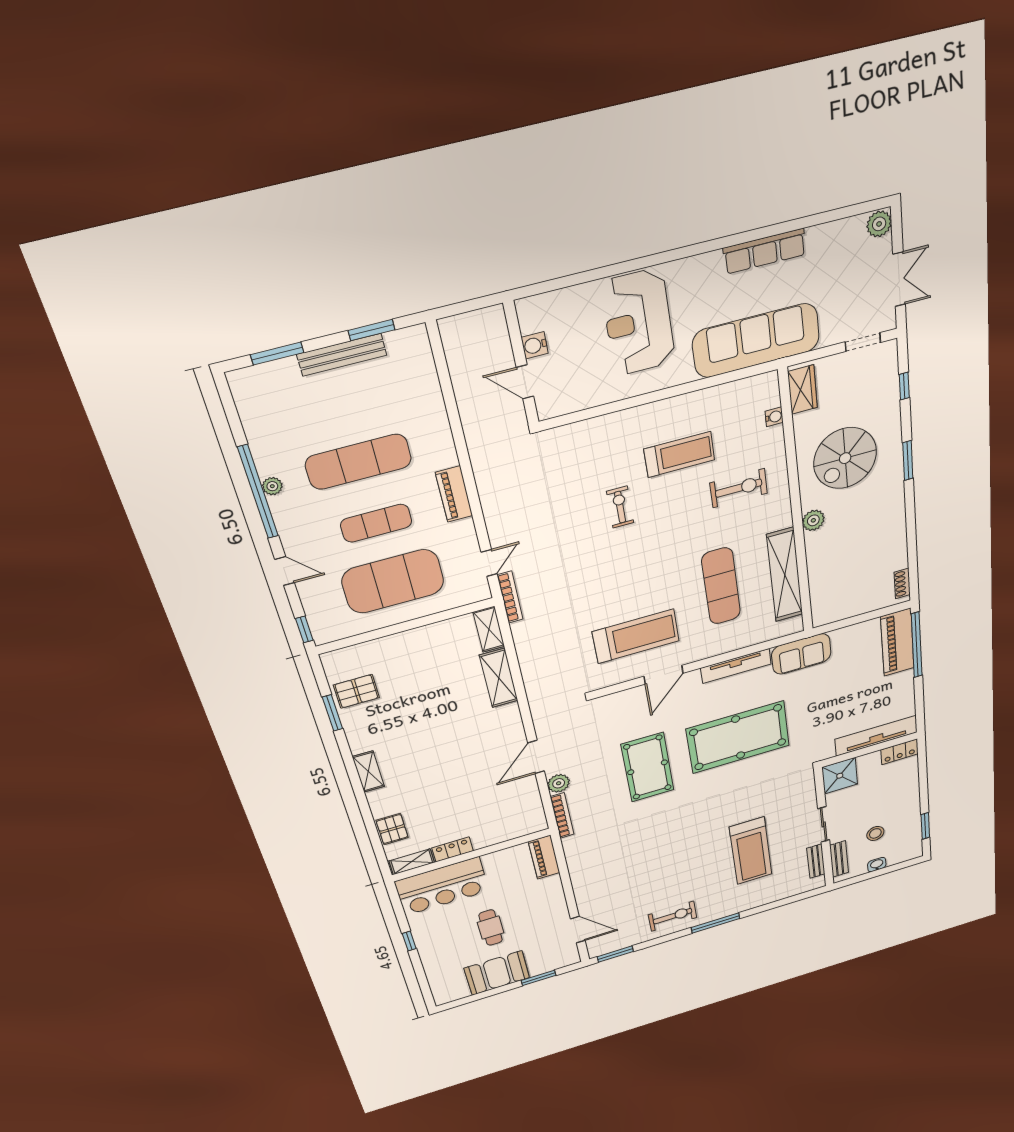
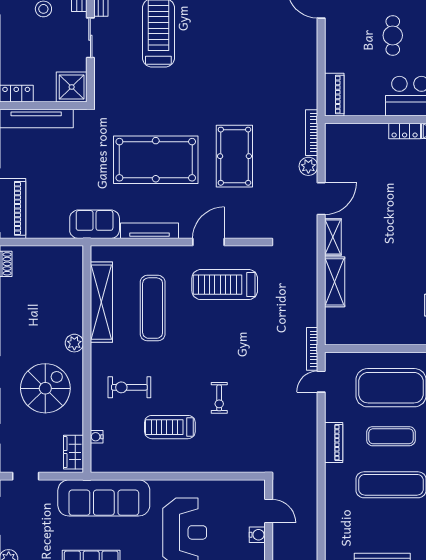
shelving: (489, 629) -> (333, 237), moved

